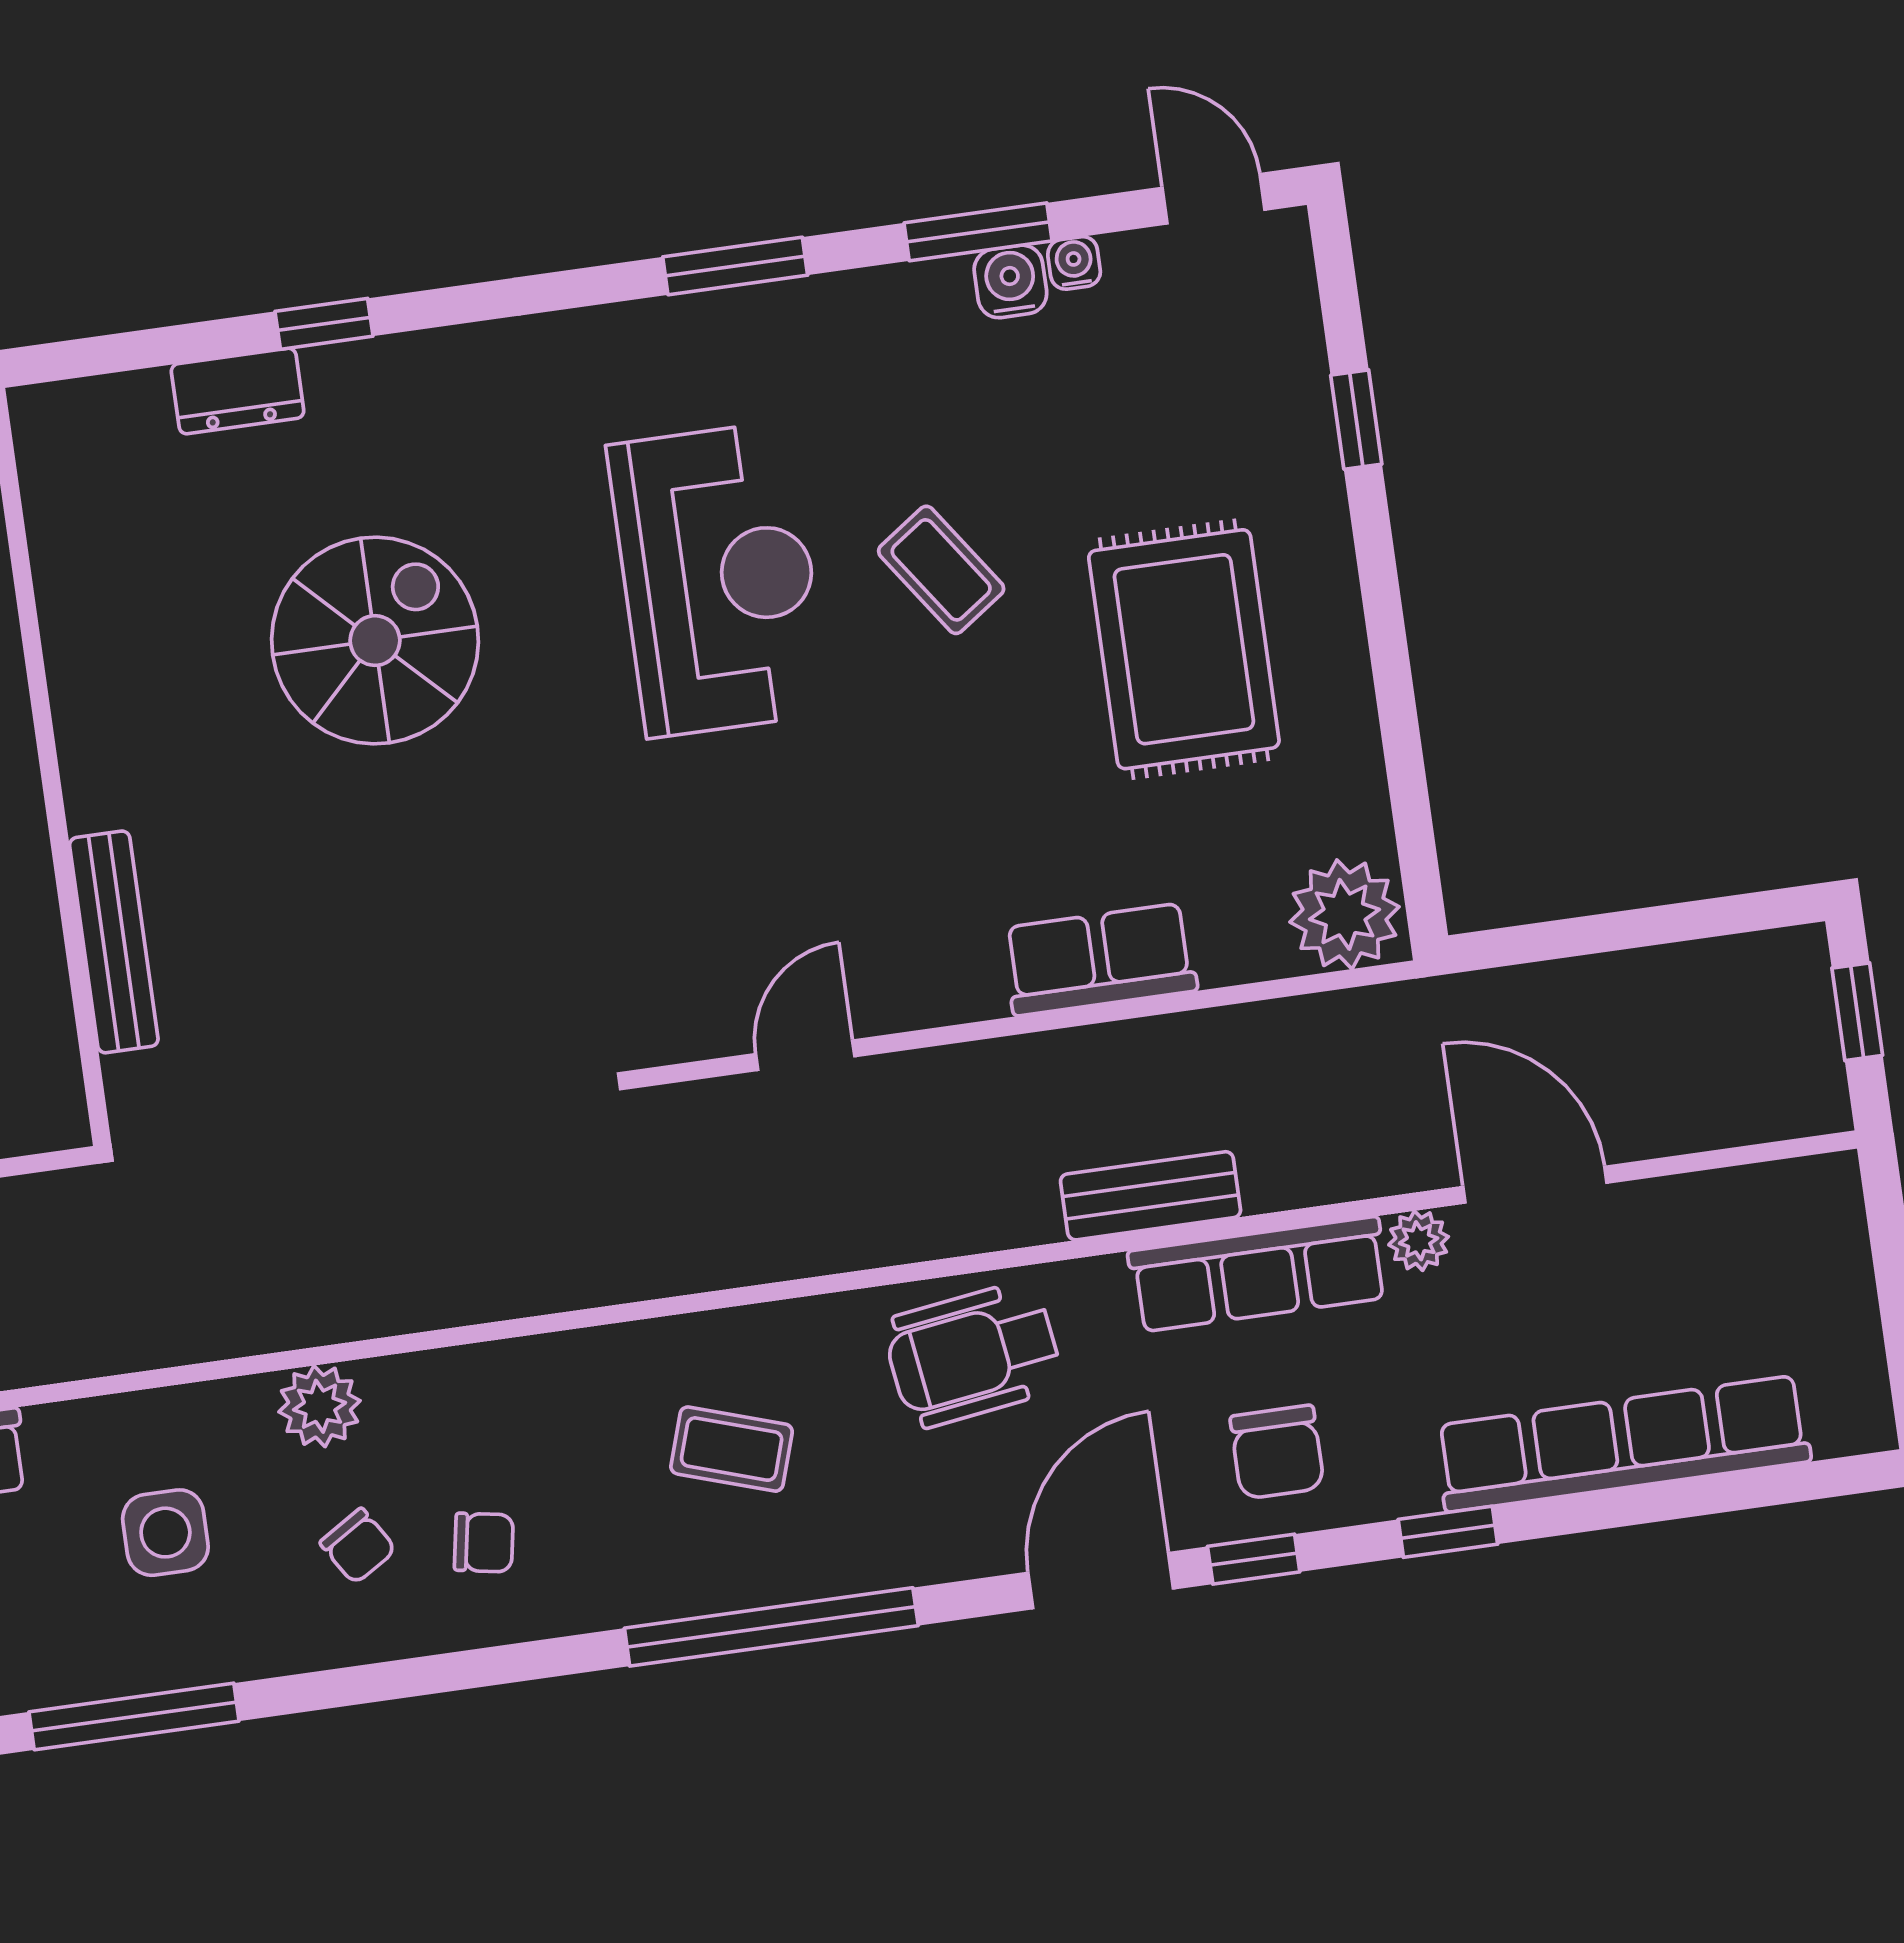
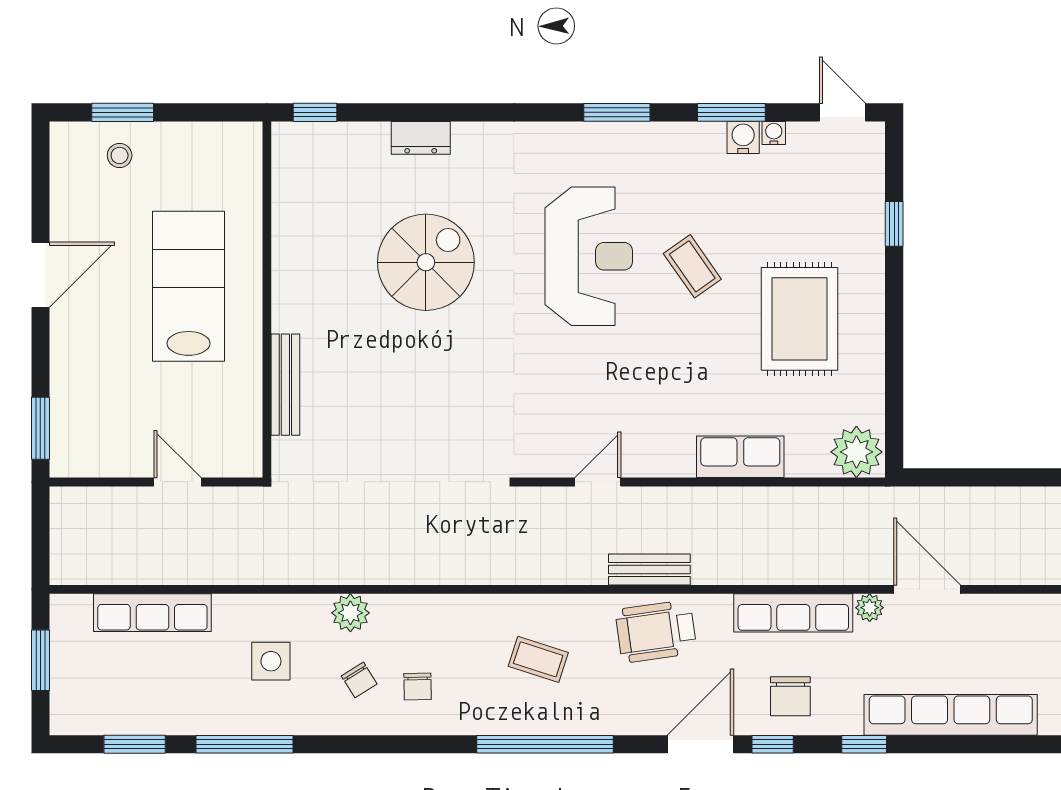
window: (324, 324) -> (315, 112), moved
dresser: (238, 391) -> (421, 138), moved
bench: (1151, 1196) -> (649, 569), moved
chair: (484, 1543) -> (418, 687), turned 79

